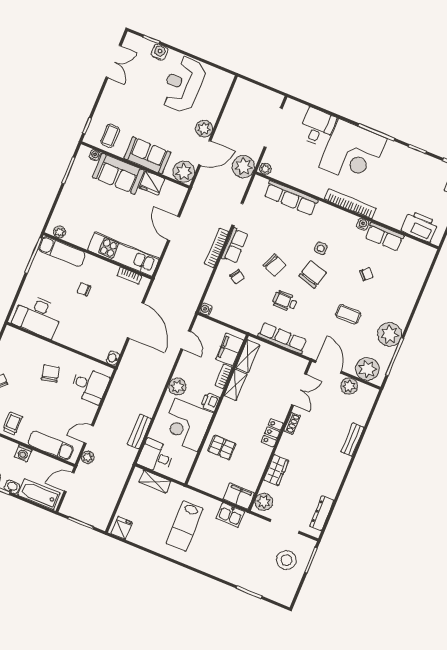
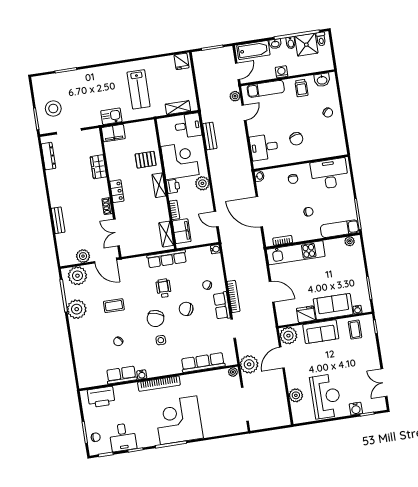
desk: (317, 127) -> (123, 437), moved
plant: (204, 129) -> (296, 395), moved
wheelchair: (285, 301) -> (164, 288), turned -90
chair: (79, 333) -> (293, 179), added
row of seats: (282, 338) -> (167, 259), moved
shelving: (235, 385) -> (159, 185), moved
plant: (264, 502) -> (94, 139), removed
lab bench: (185, 526) -> (139, 89), turned 180

